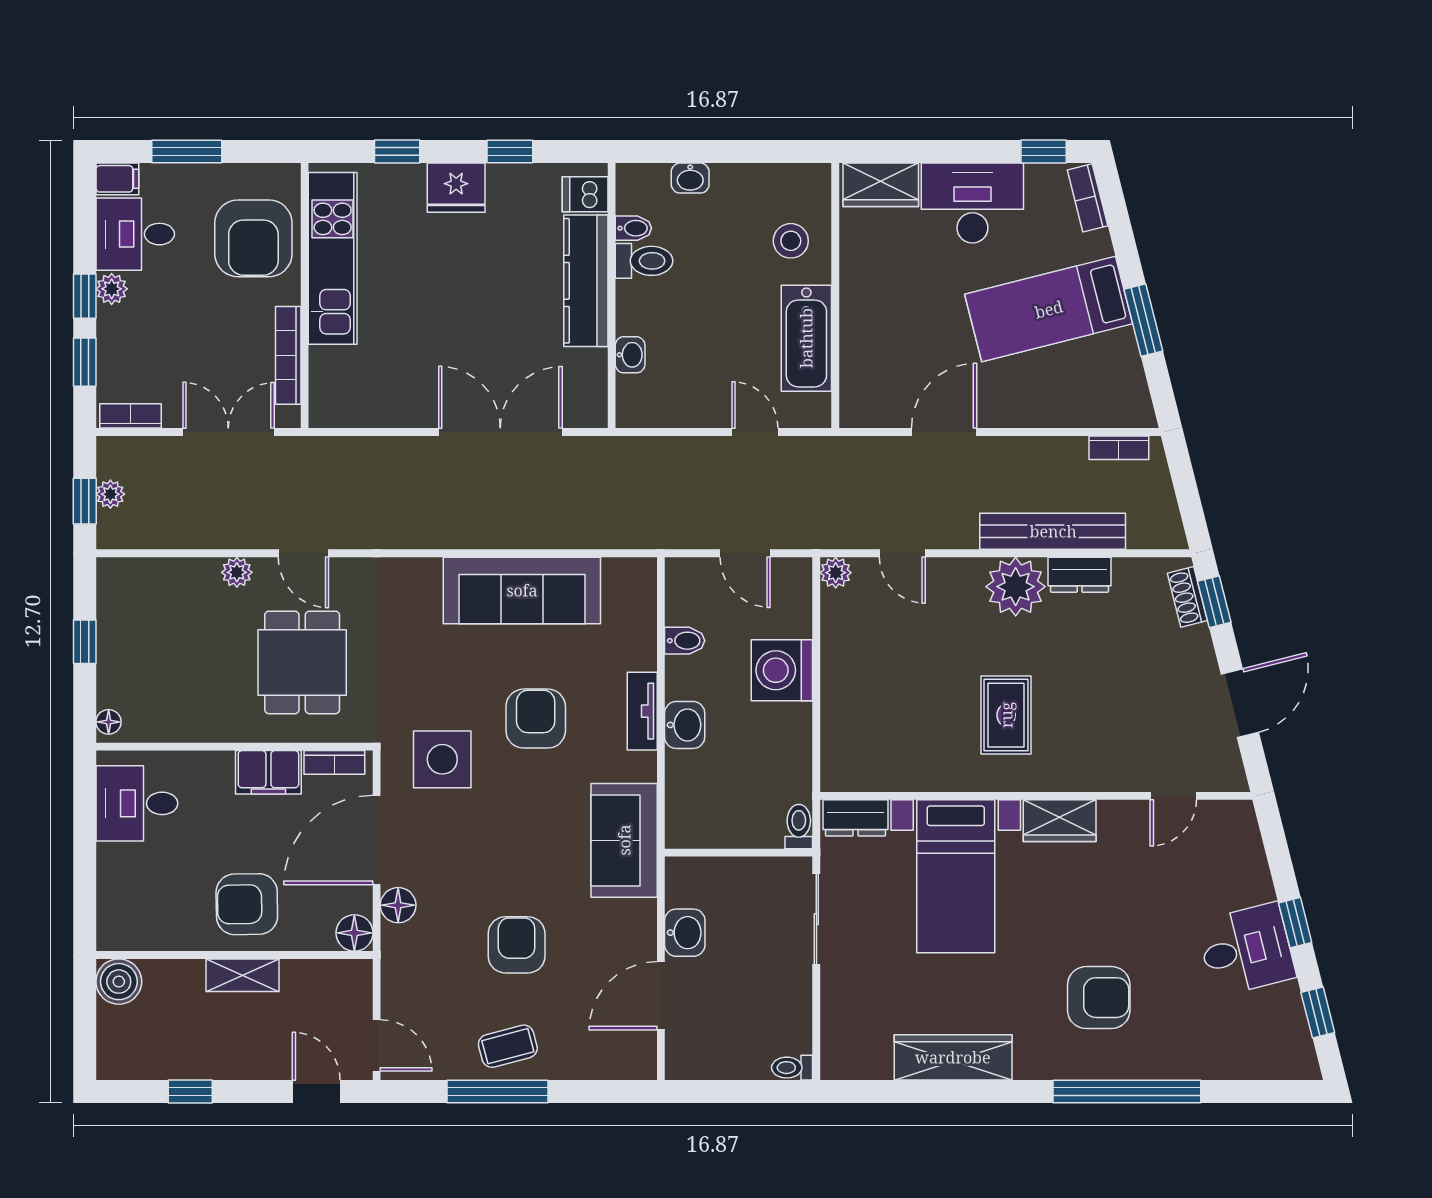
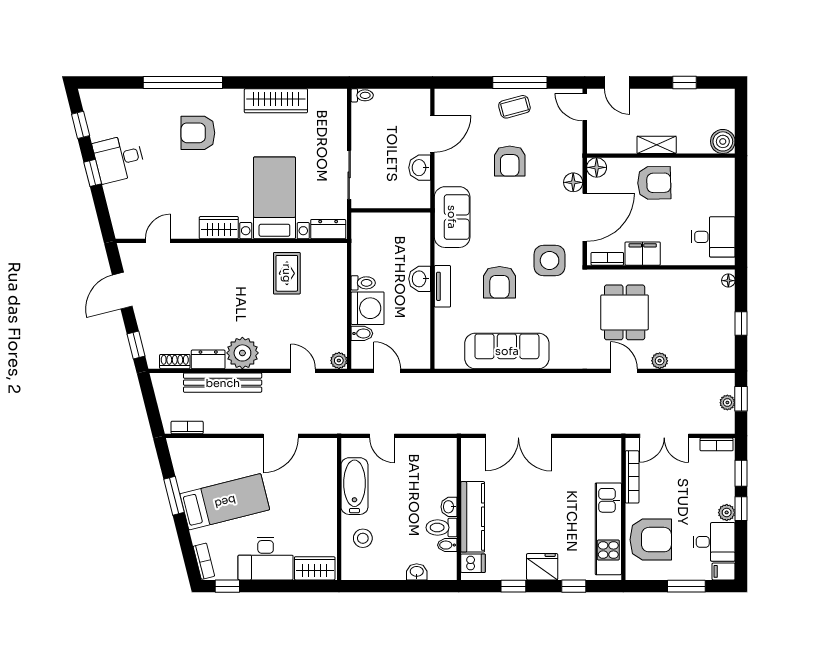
armchair: (253, 238) -> (651, 540), turned 90
washbasin: (630, 355) -> (449, 507), moved
shoe rack: (1187, 597) -> (175, 362), moved, turned -76
bidet: (685, 641) -> (362, 333), moved, turned 180
rug: (1006, 715) -> (287, 273), moved
toilet: (799, 827) -> (363, 283), moved, turned -90

